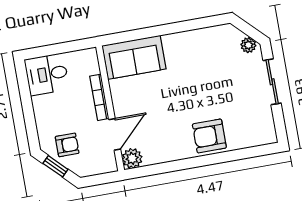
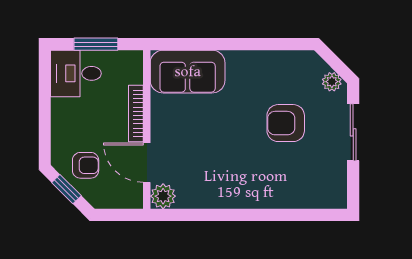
window: (58, 49) -> (96, 44), added
door: (115, 134) -> (147, 163), swing flipped
armchair: (209, 136) -> (286, 123), moved

